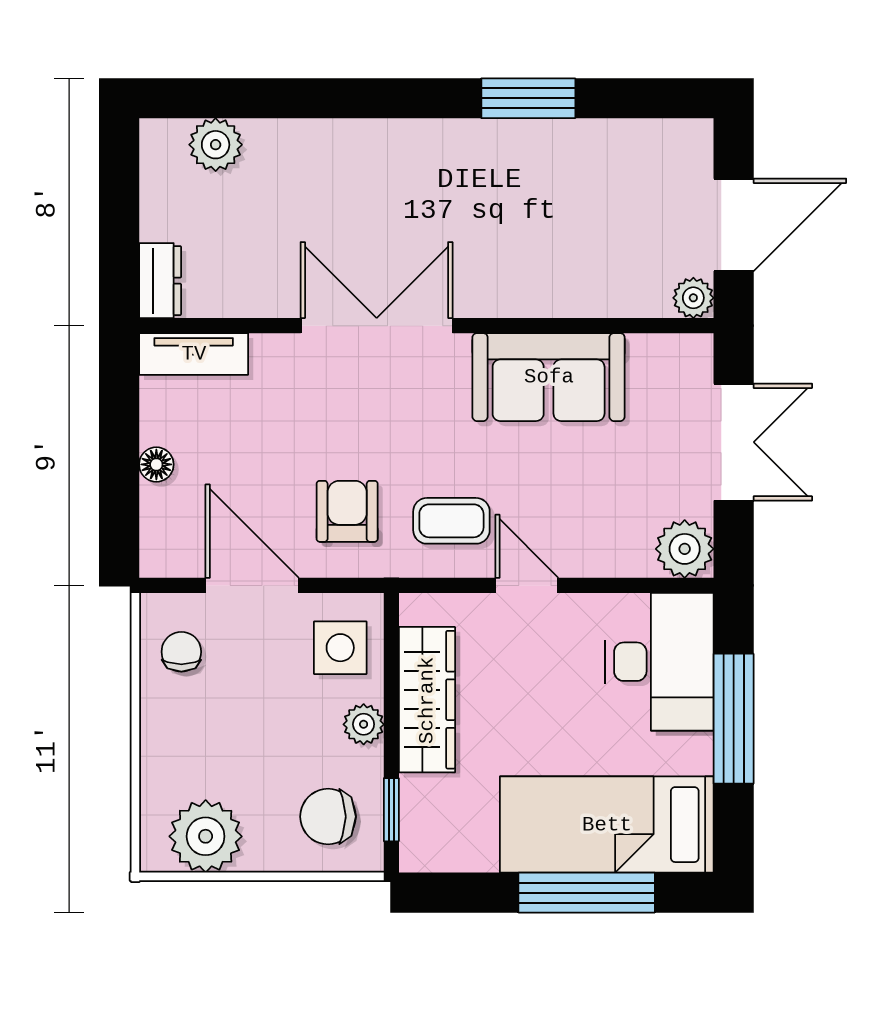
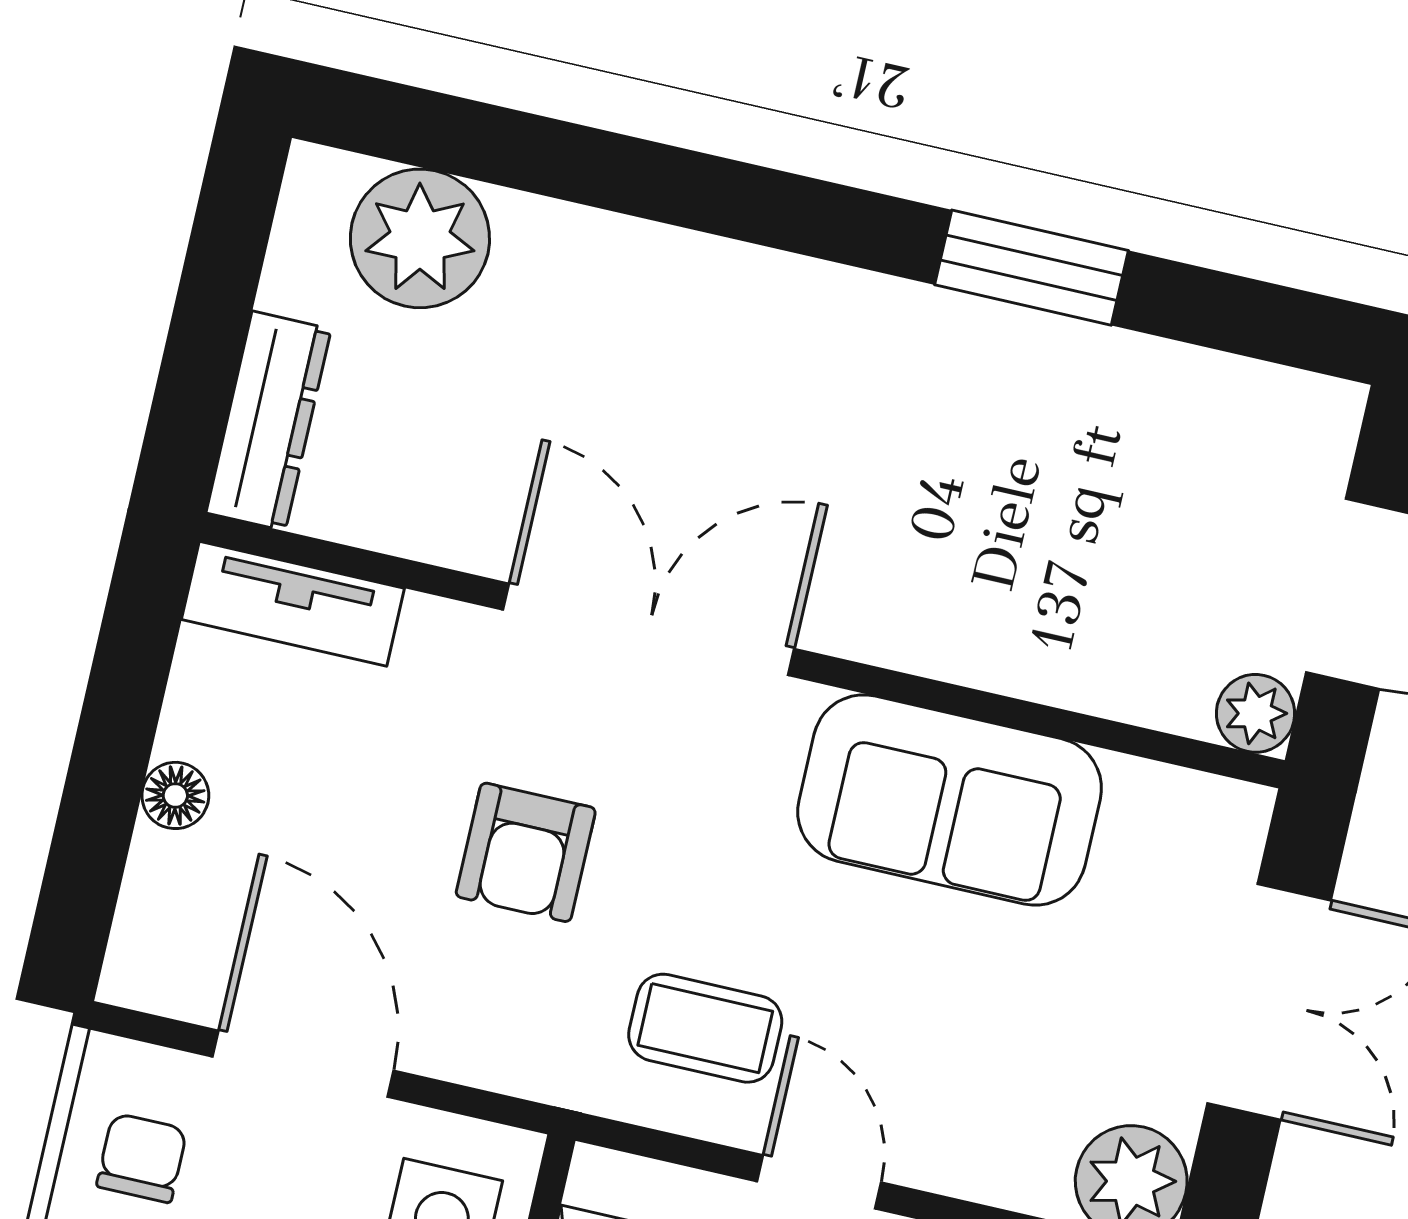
plant: (216, 145) -> (420, 238), width x1.36, depth x1.36
dresser: (160, 281) -> (269, 421), width x1.44
armchair: (347, 511) -> (526, 852), moved, turned 180

